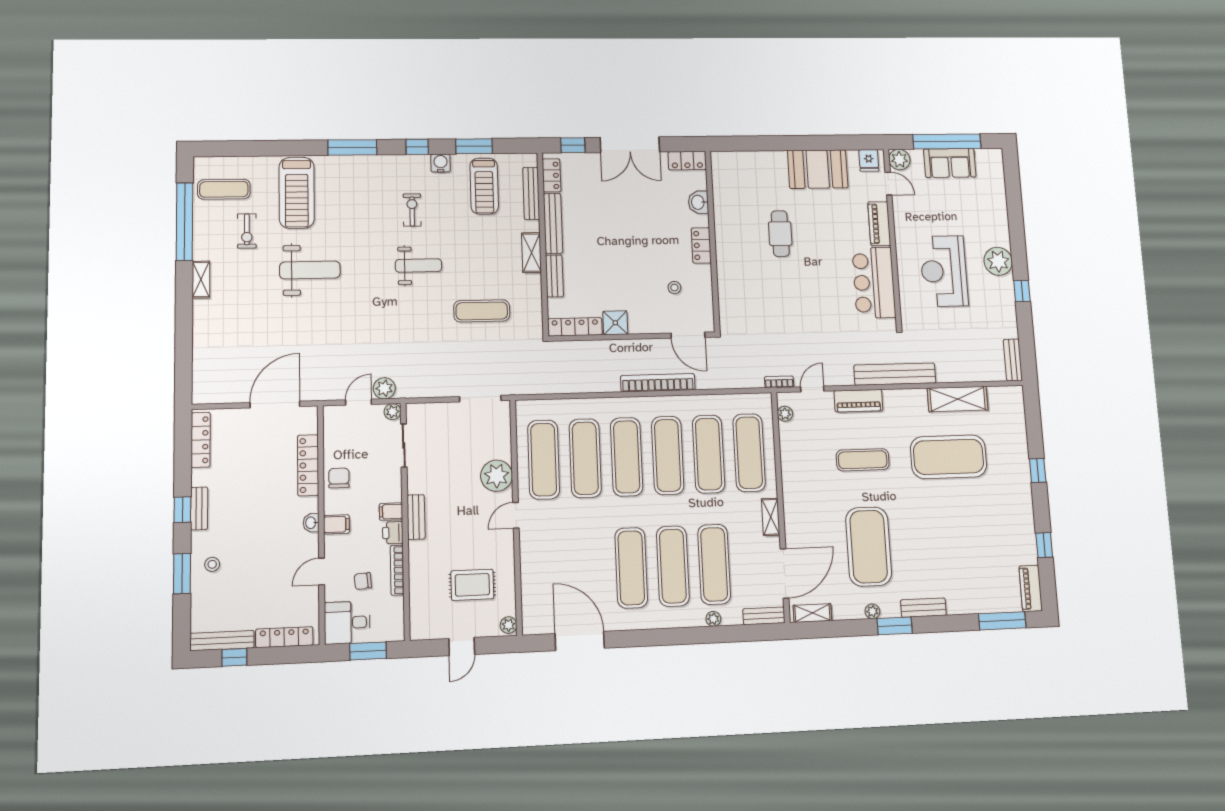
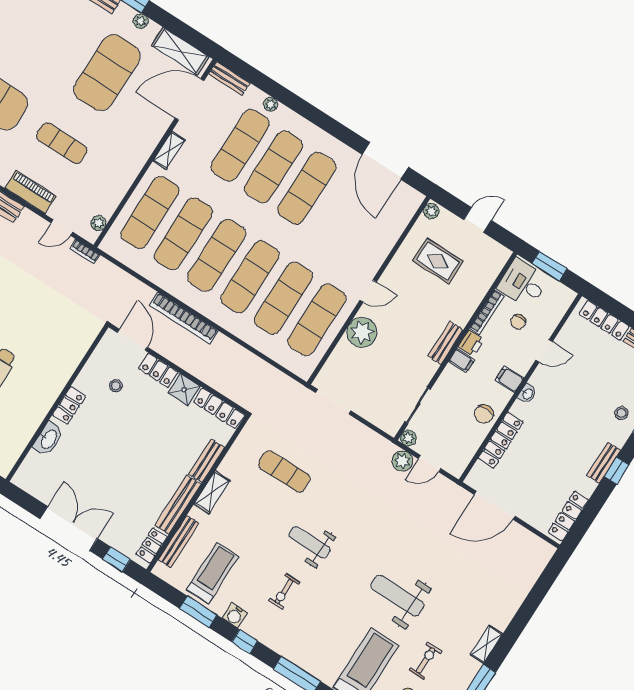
locker: (687, 161) -> (158, 370), moved, turned 180
washbasin: (698, 202) -> (48, 439), width x1.38
chair: (363, 581) -> (518, 322), turned 95
shelving: (812, 613) -> (180, 51), width x1.50, depth x1.33
desk: (347, 623) -> (523, 283), moved, turned 180

